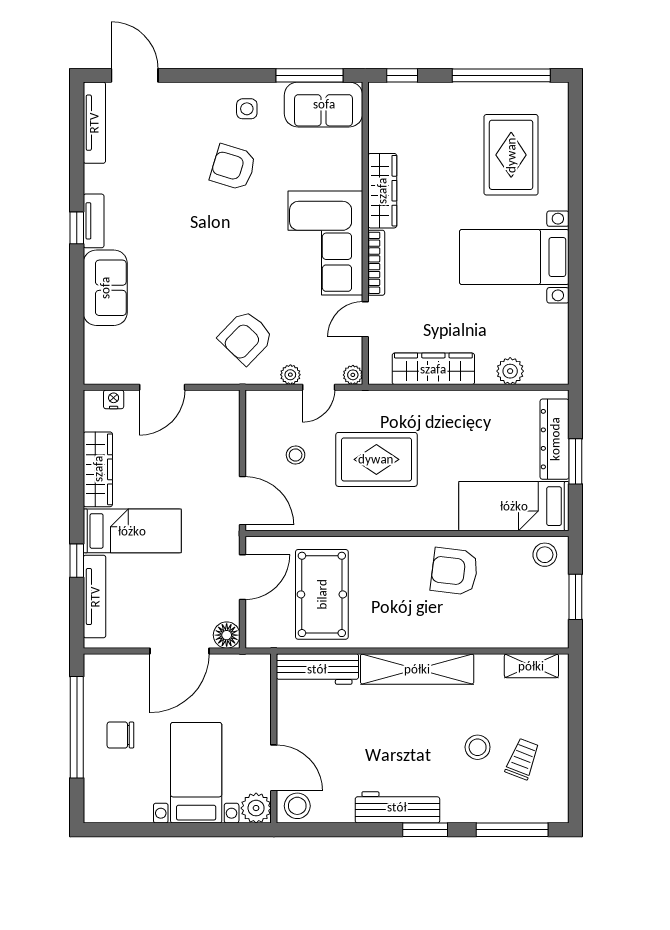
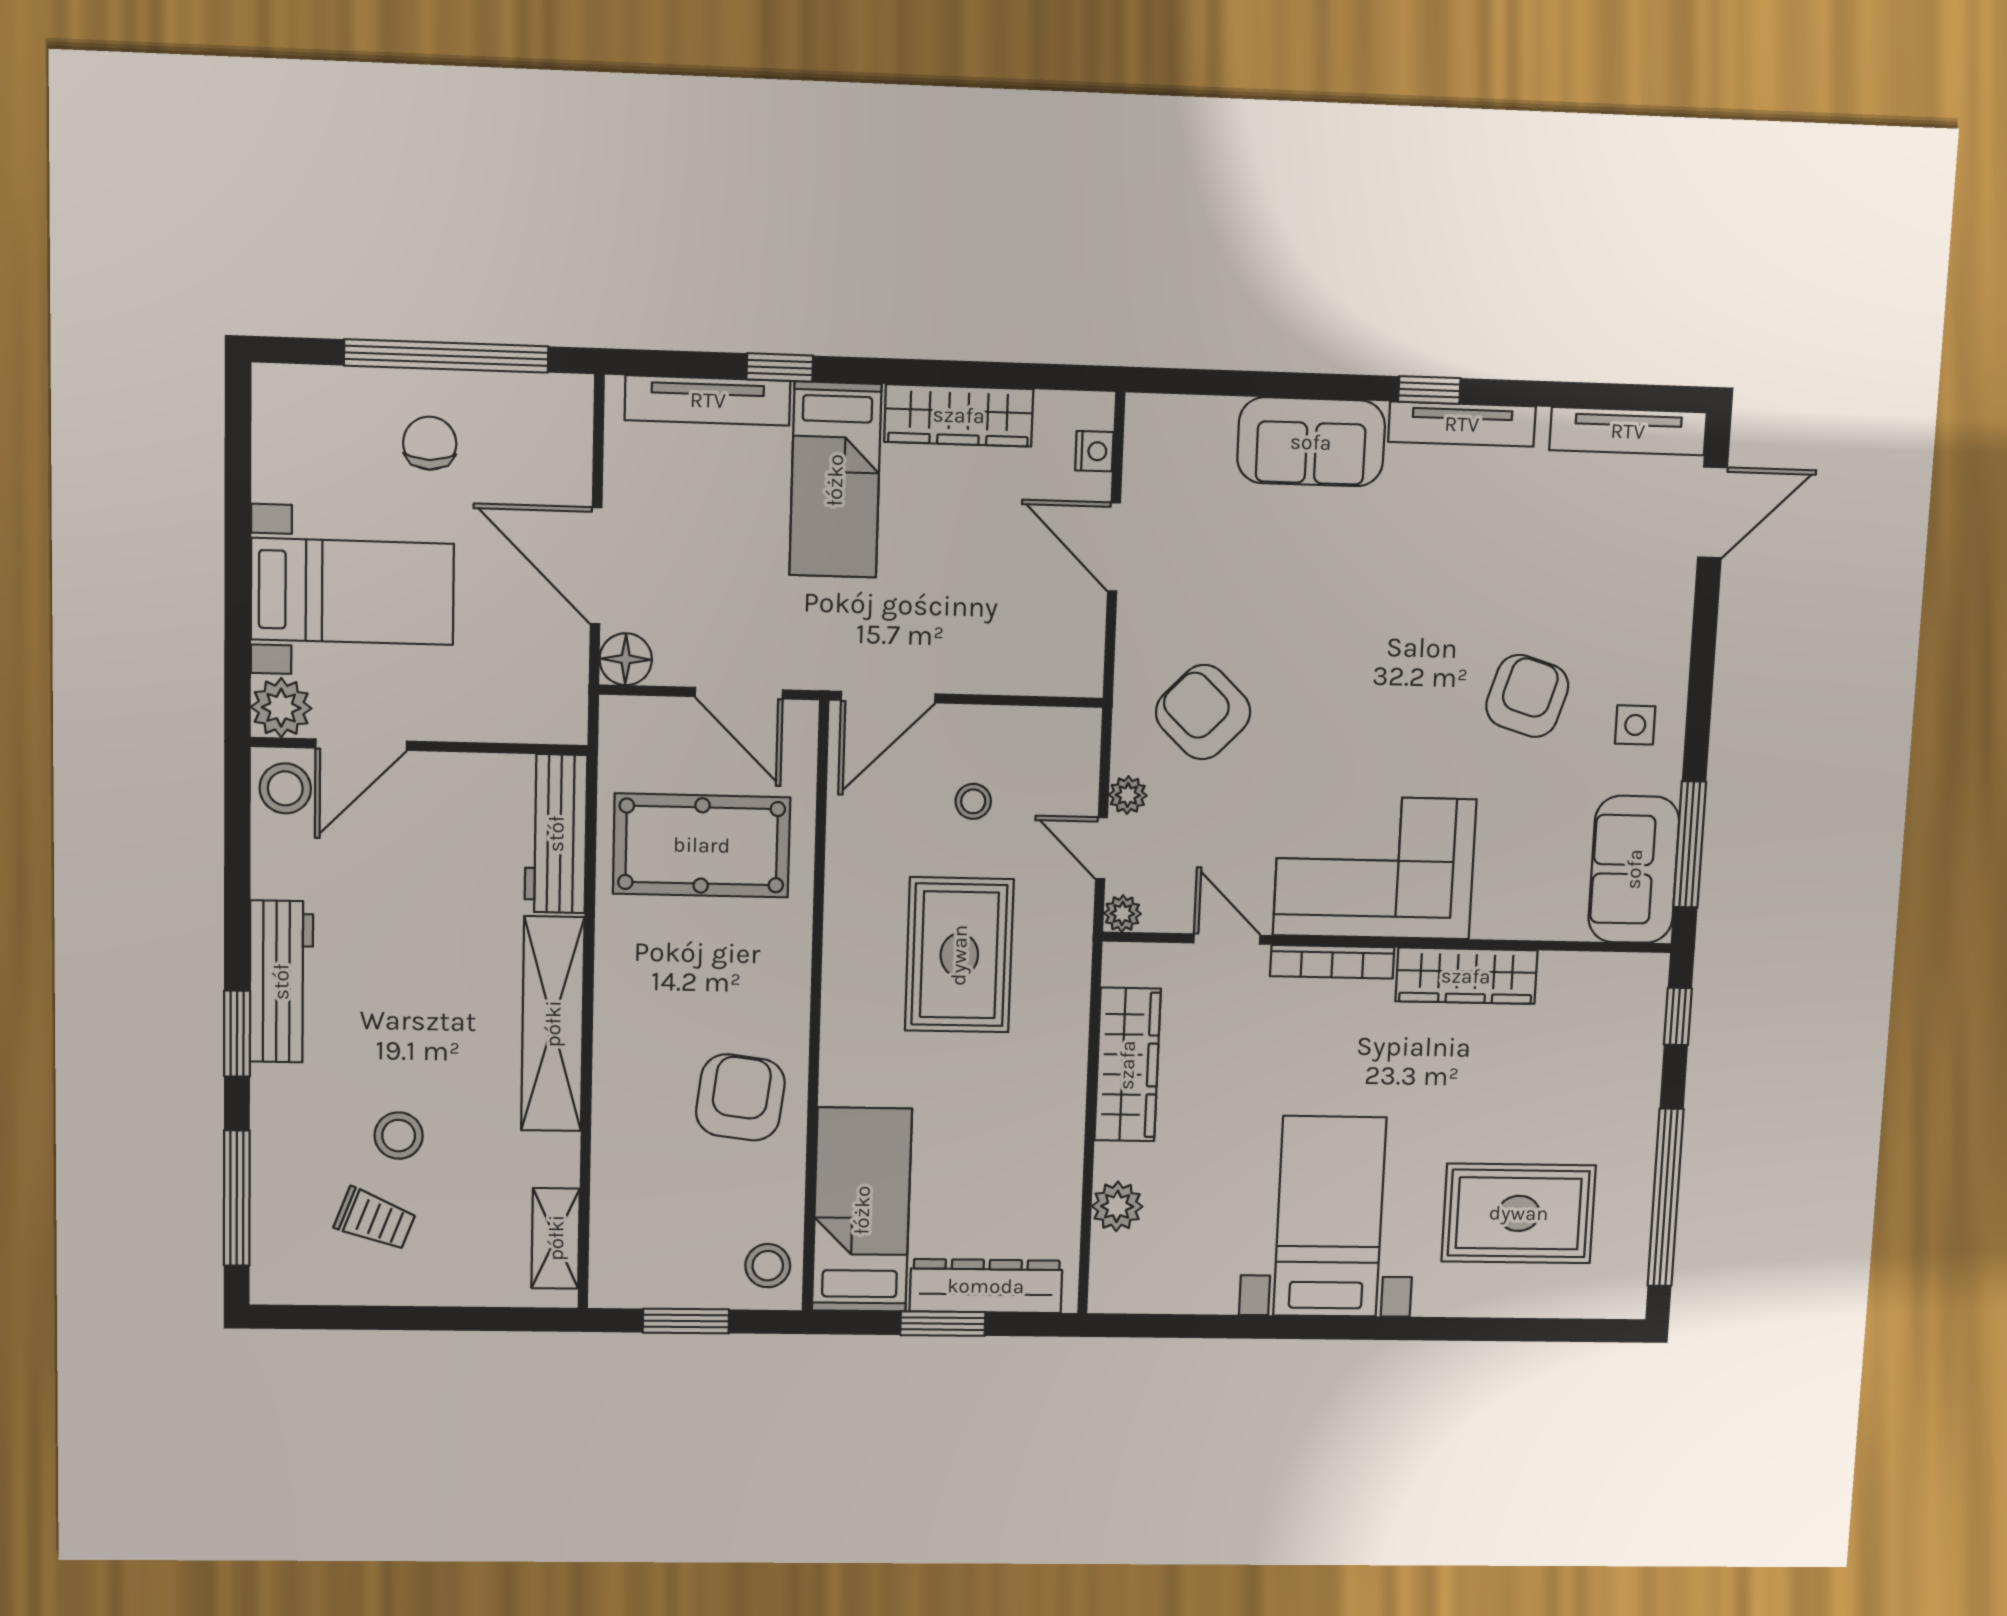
tv unit: (94, 221) -> (1462, 424), width x1.41

